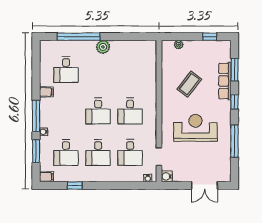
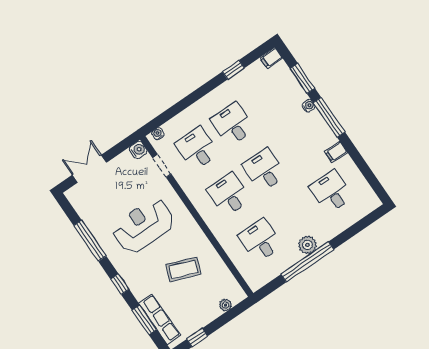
window: (79, 37) -> (307, 262), moved
row of seats: (225, 81) -> (160, 319), moved
coffee table: (189, 84) -> (183, 269), turned 73
reception desk: (195, 128) -> (143, 226), turned 180
desk: (66, 153) -> (260, 241), moved

